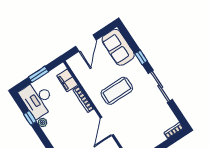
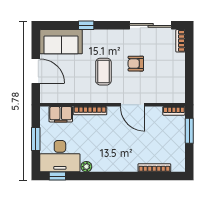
sliding door: (160, 86) -> (151, 25), moved
coffee table: (117, 91) -> (103, 72), width x0.73, depth x0.76
armchair: (137, 110) -> (136, 64), added
window: (30, 118) -> (57, 176), moved

